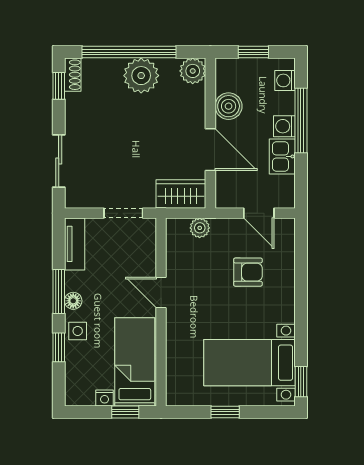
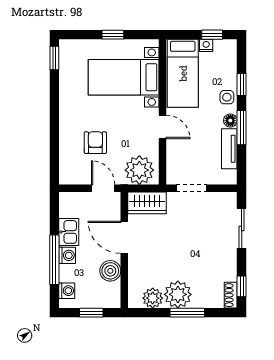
window: (129, 52) -> (187, 313), width x0.47
plant: (193, 71) -> (153, 298), moved
door: (259, 213) -> (103, 188), moved
plant: (200, 228) -> (139, 170), width x1.88, depth x1.88
tv unit: (75, 244) -> (229, 149), moved
armchair: (248, 272) -> (95, 143), turned 90
bed with nightstands: (249, 363) -> (124, 77), moved, turned 180
window: (125, 412) -> (212, 35), moved

